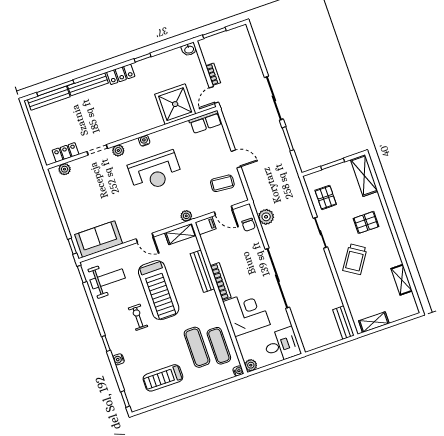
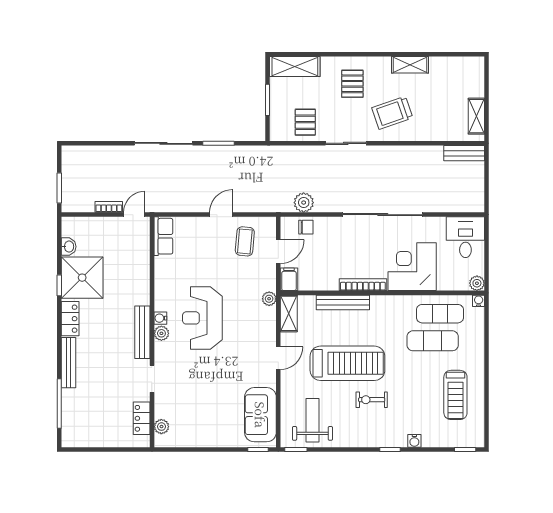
washbasin: (189, 49) -> (69, 247), moved
door: (214, 95) -> (134, 215), swing flipped
bench: (49, 98) -> (142, 332), moved
shower: (175, 104) -> (82, 278), moved
plant: (118, 150) -> (161, 333), moved
reception desk: (155, 172) -> (202, 318), turned 180
pallet: (326, 197) -> (305, 122), turned 90
trolley: (355, 259) -> (392, 113), turned 128
shelving: (402, 280) -> (410, 65), moved

